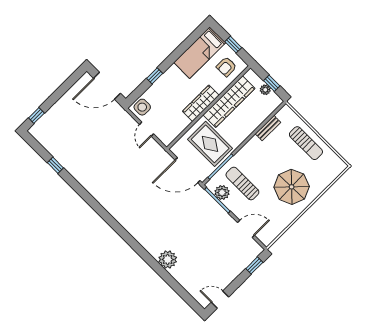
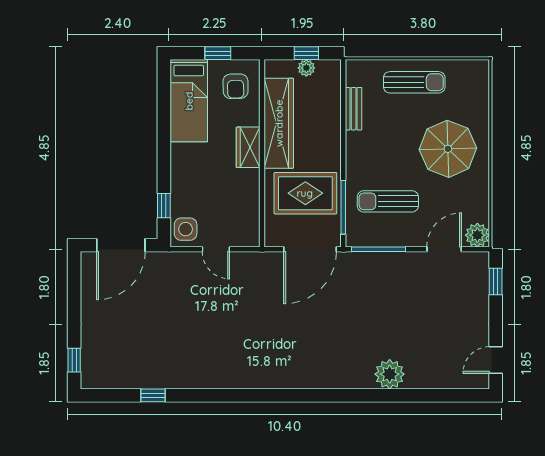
window: (155, 76) -> (164, 206), moved
wardrobe: (201, 103) -> (248, 147), width x0.67
plant: (222, 193) -> (477, 235), moved

